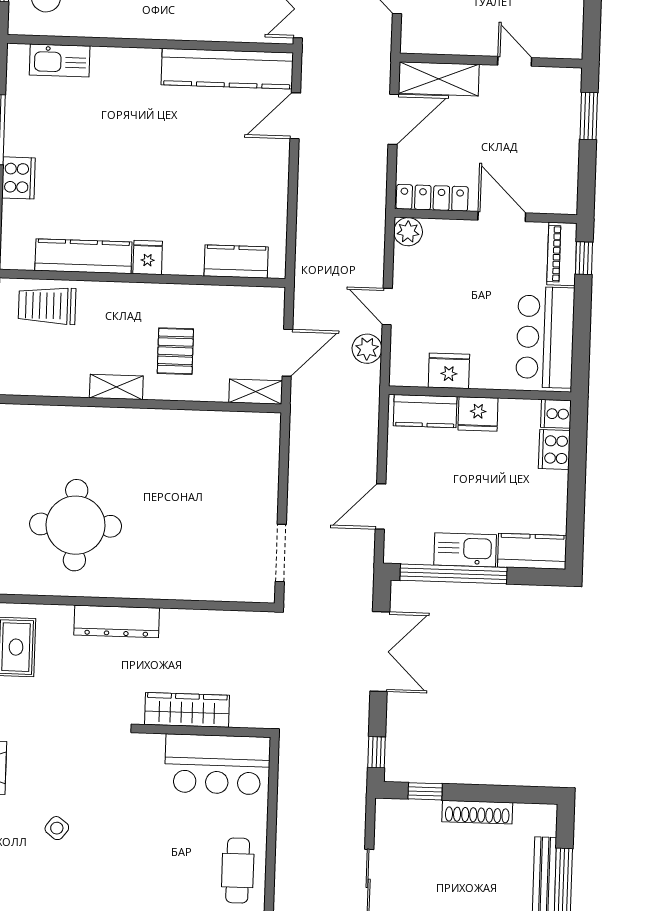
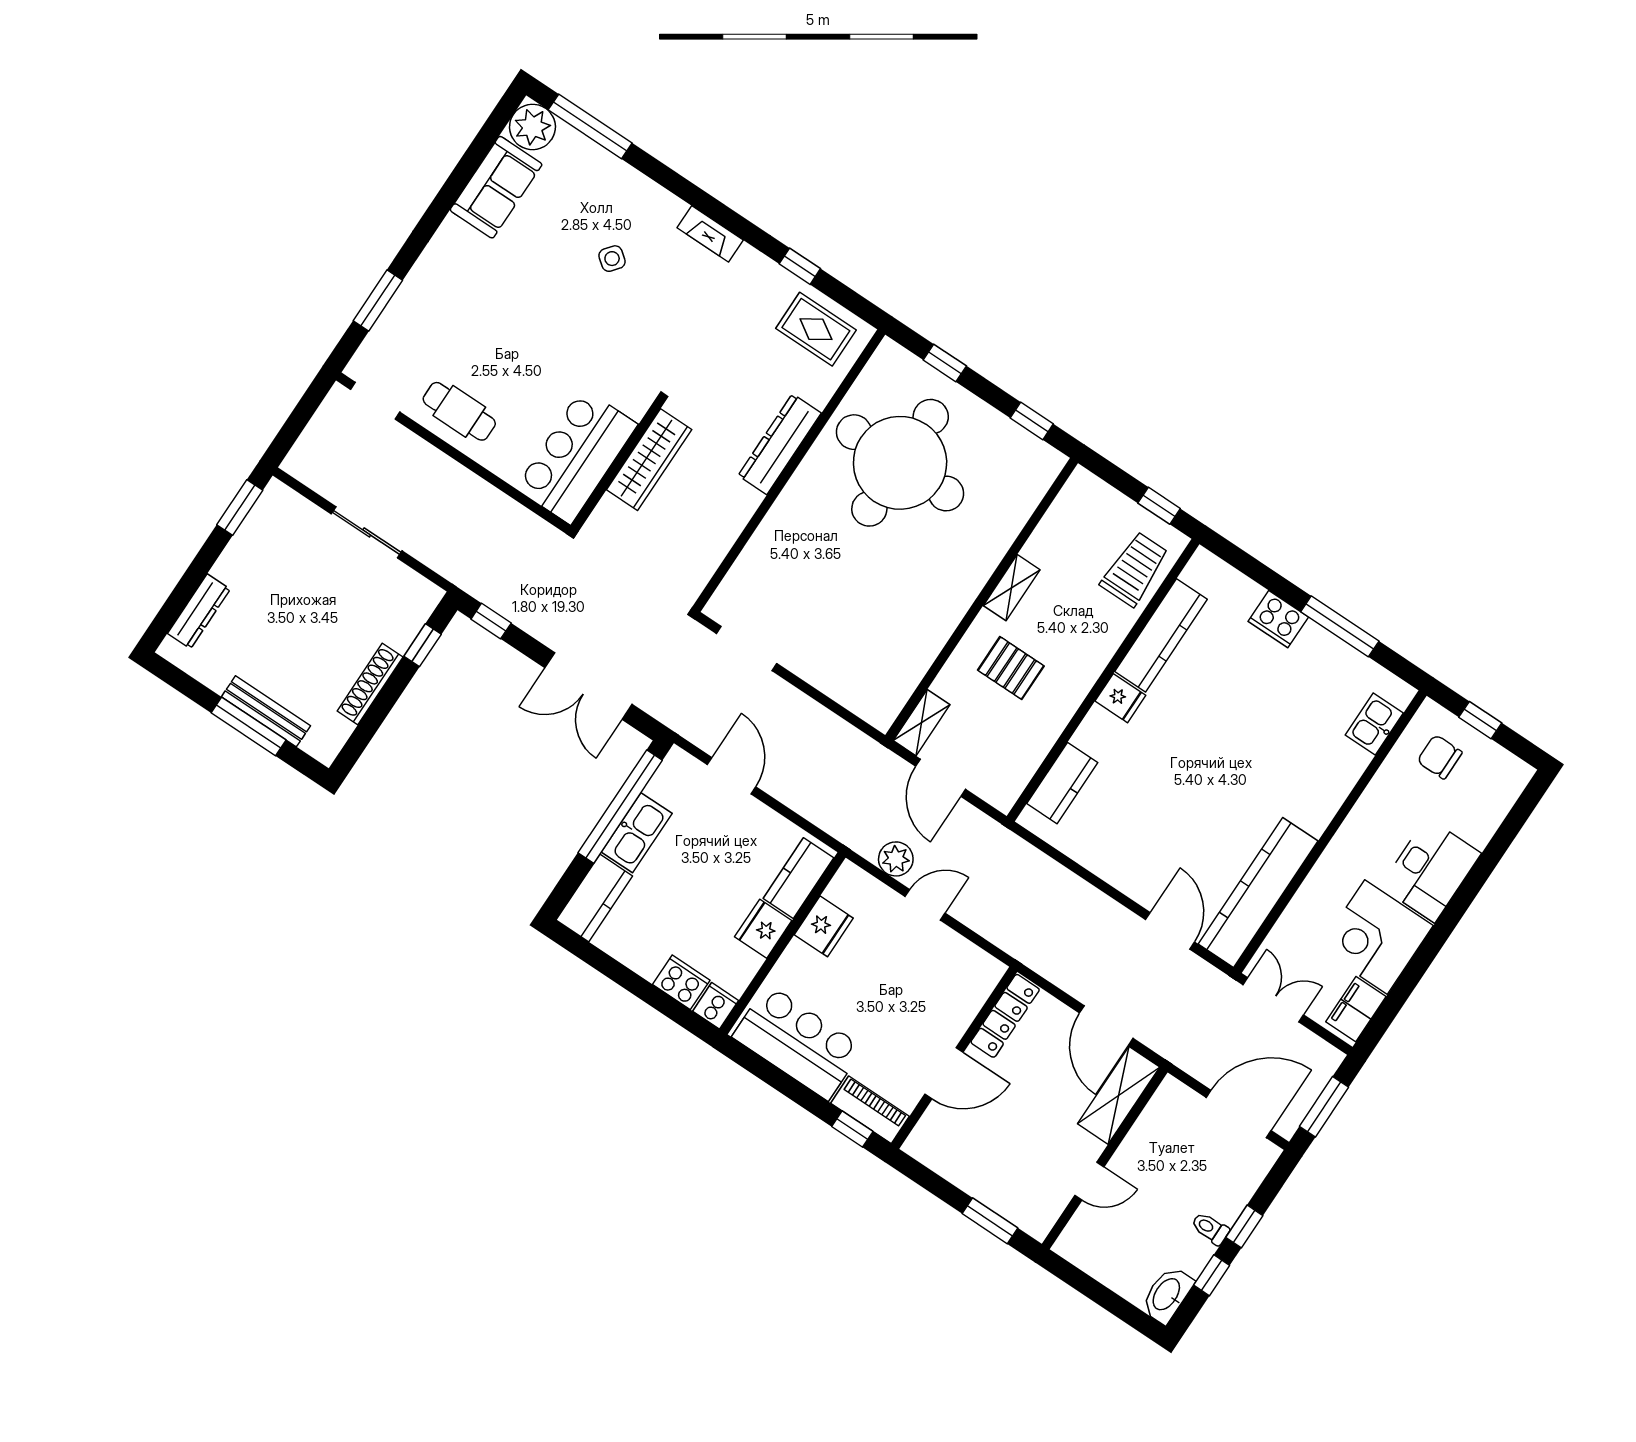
kitchen sink: (60, 61) -> (1374, 724), width x0.73
plant: (408, 232) -> (986, 971), removed
round table: (76, 525) -> (900, 463), width x1.36, depth x1.36

